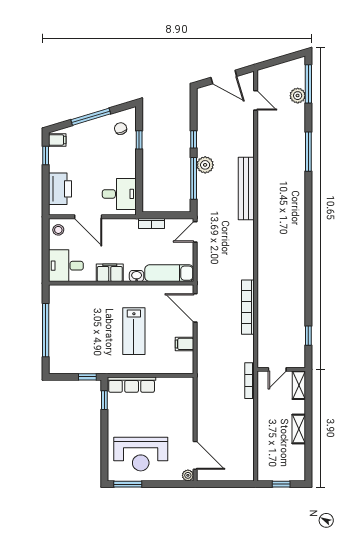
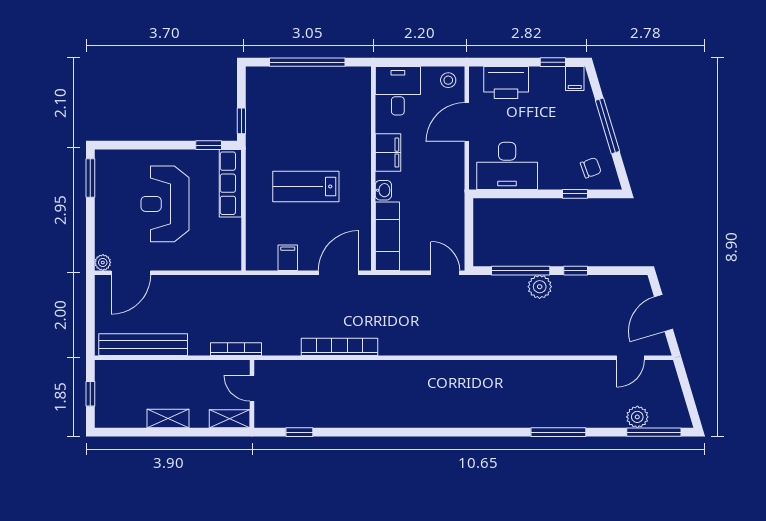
bench: (246, 188) -> (143, 345), moved
desk: (119, 194) -> (507, 166), width x1.37
bookcase: (152, 223) -> (457, 211), removed
reception desk: (141, 454) -> (165, 204), moved

